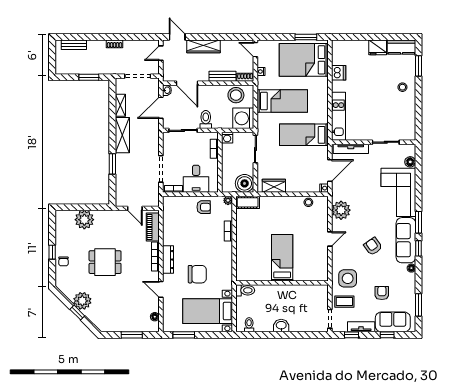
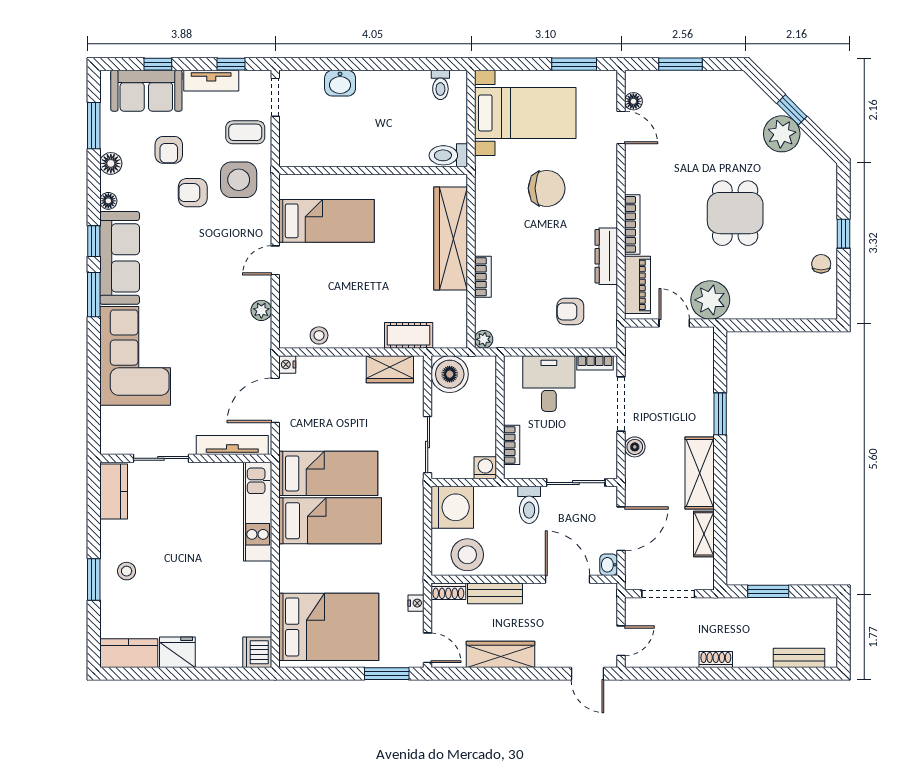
window: (306, 37) -> (387, 674), moved
wardrobe: (204, 46) -> (501, 654), moved
window: (419, 66) -> (94, 580), moved
dishwasher: (339, 73) -> (257, 652), moved
bed: (282, 101) -> (330, 521), moved, turned 180
kitchen counter: (409, 126) -> (114, 491), added
boiler: (154, 148) -> (635, 447), added
floor lamp: (410, 162) -> (111, 163), moved
cot: (248, 202) -> (409, 335), moved
armchair: (204, 207) -> (570, 311), moved
plant: (341, 210) -> (261, 310), width x0.53, depth x0.53
plant: (84, 220) -> (710, 300), moved
armchair: (373, 246) -> (193, 193), moved, turned 125
wardrobe: (244, 250) -> (451, 238), added
bed: (282, 258) -> (326, 221), moved, turned -90
dresser: (168, 260) -> (606, 256), moved
chair: (64, 261) -> (821, 264), moved
dining table: (105, 262) -> (735, 213), turned 90
chair: (197, 274) -> (547, 188), turned 180
door: (161, 289) -> (621, 127), moved
washbasin: (281, 326) -> (340, 83), moved

